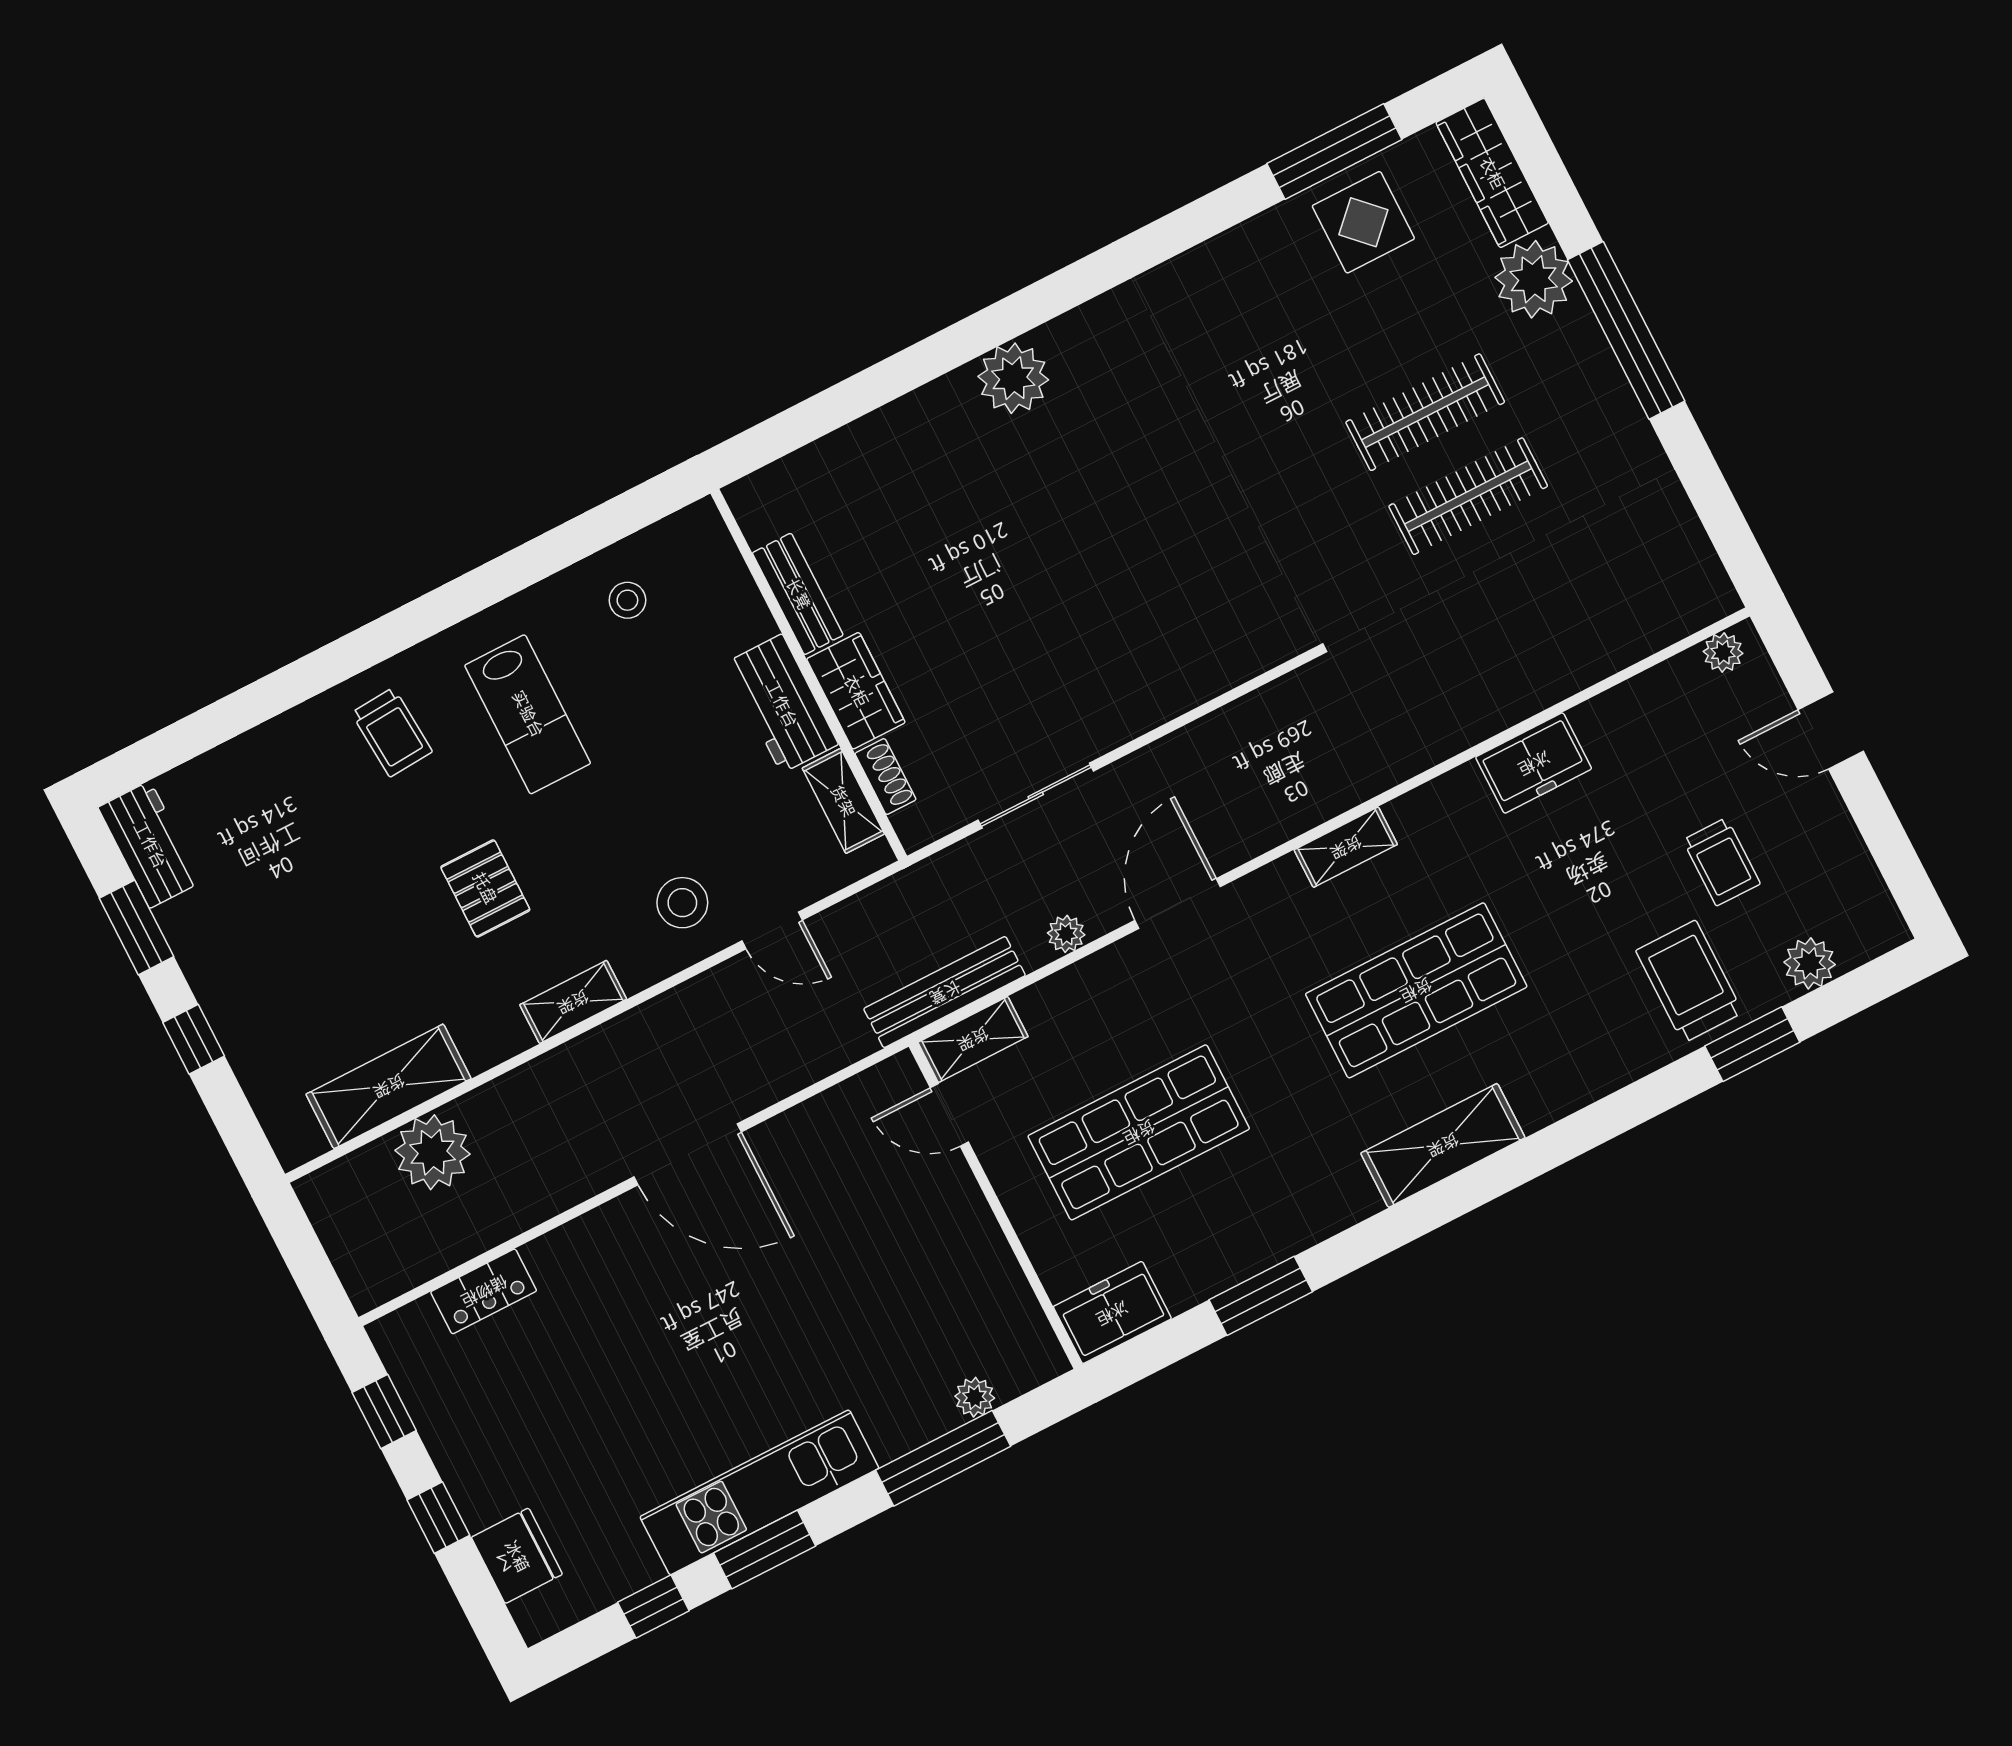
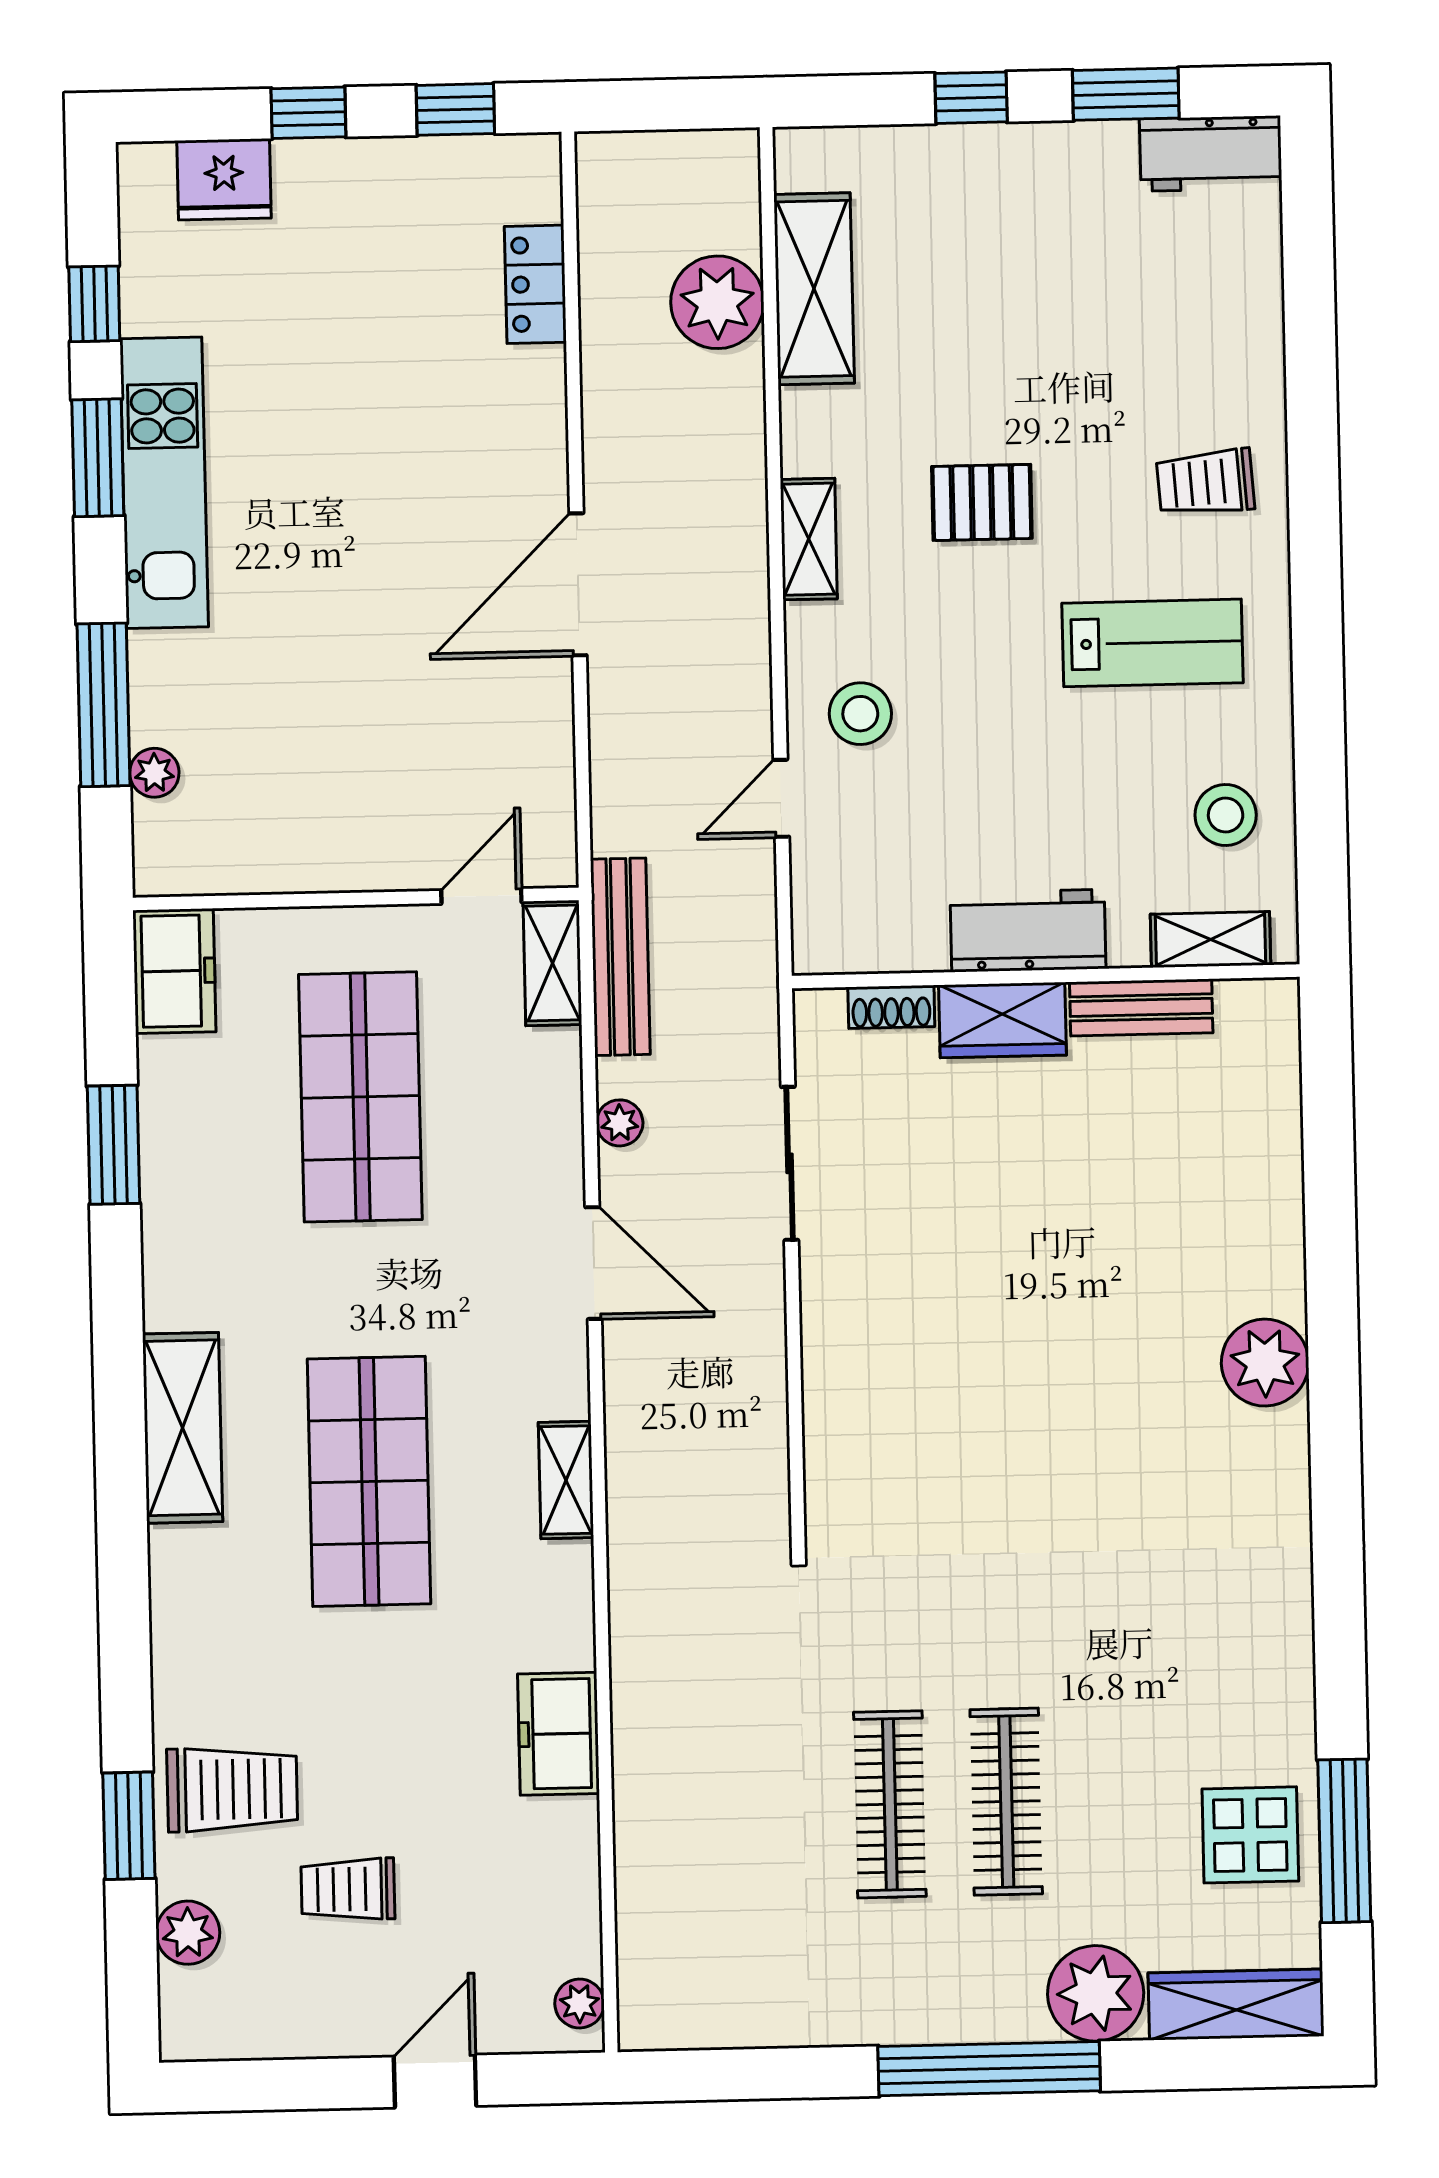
stool: (627, 600) -> (1226, 815), width x1.37, depth x1.37
lab bench: (528, 714) -> (1152, 643), turned 180
shelving: (843, 801) -> (1211, 940), moved

